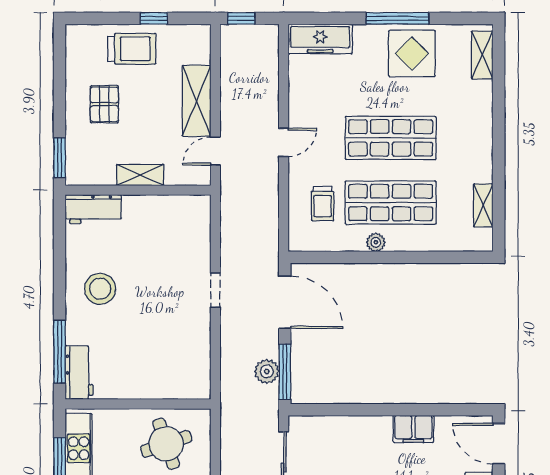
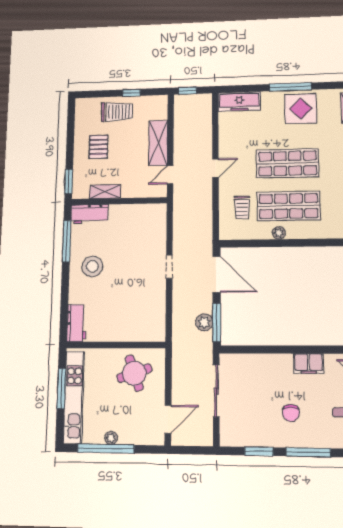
shelving: (140, 175) -> (105, 192), moved
window: (60, 352) -> (67, 241), moved

